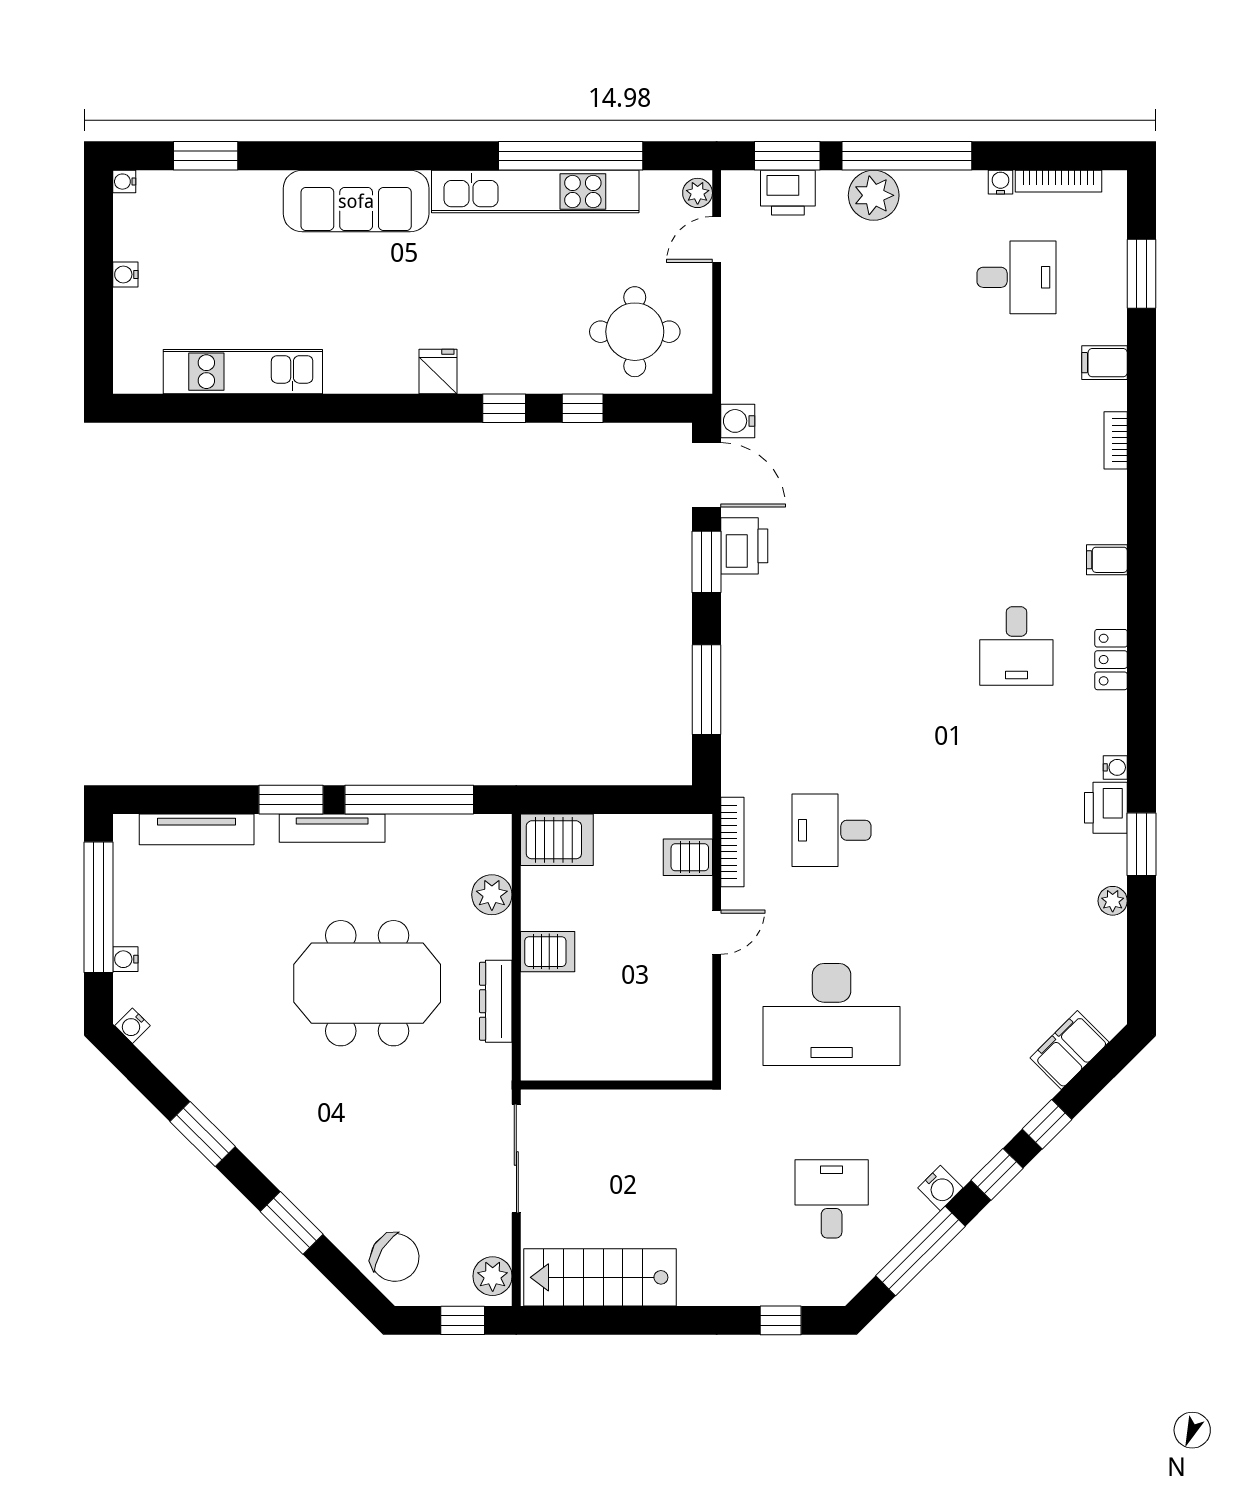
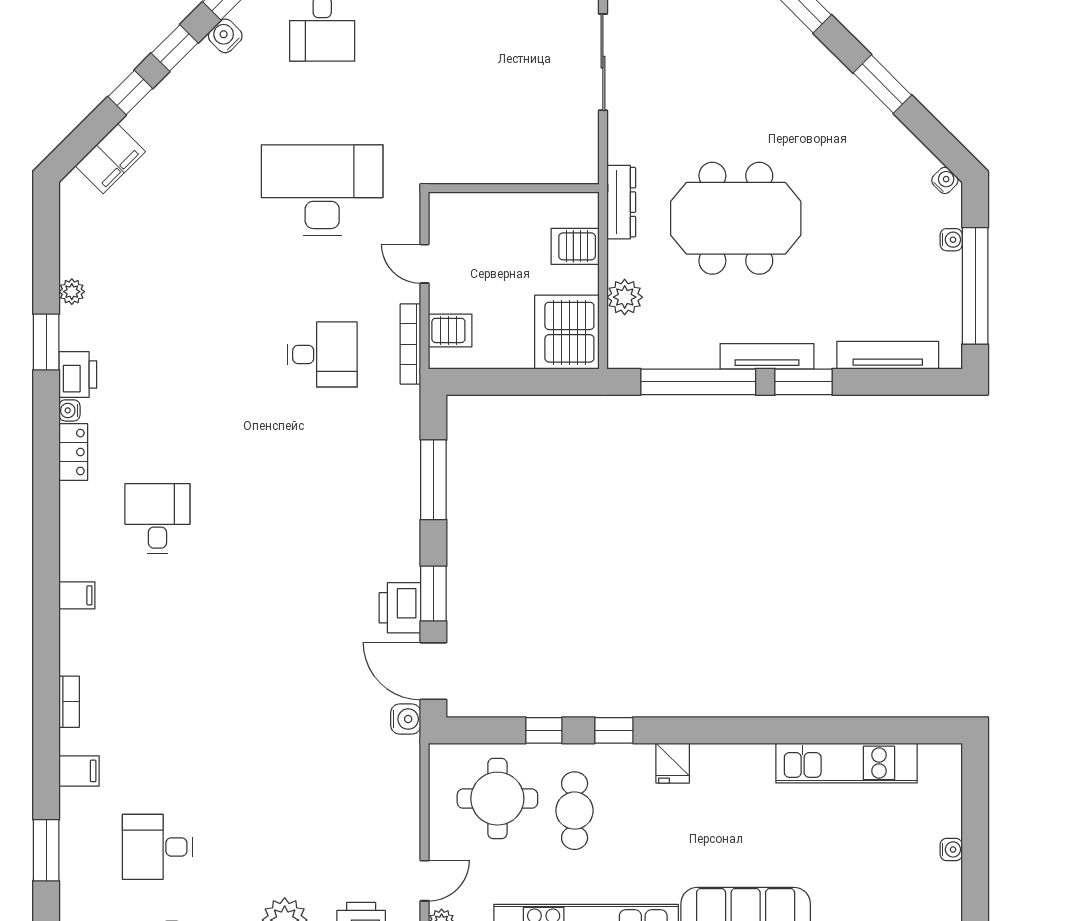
cafe table: (548, 318) -> (575, 811), added
locker: (1111, 660) -> (73, 452), moved
server rack: (557, 840) -> (567, 332), width x1.60
door: (717, 932) -> (425, 264), hinge flipped
wall: (616, 1085) -> (514, 188), moved

